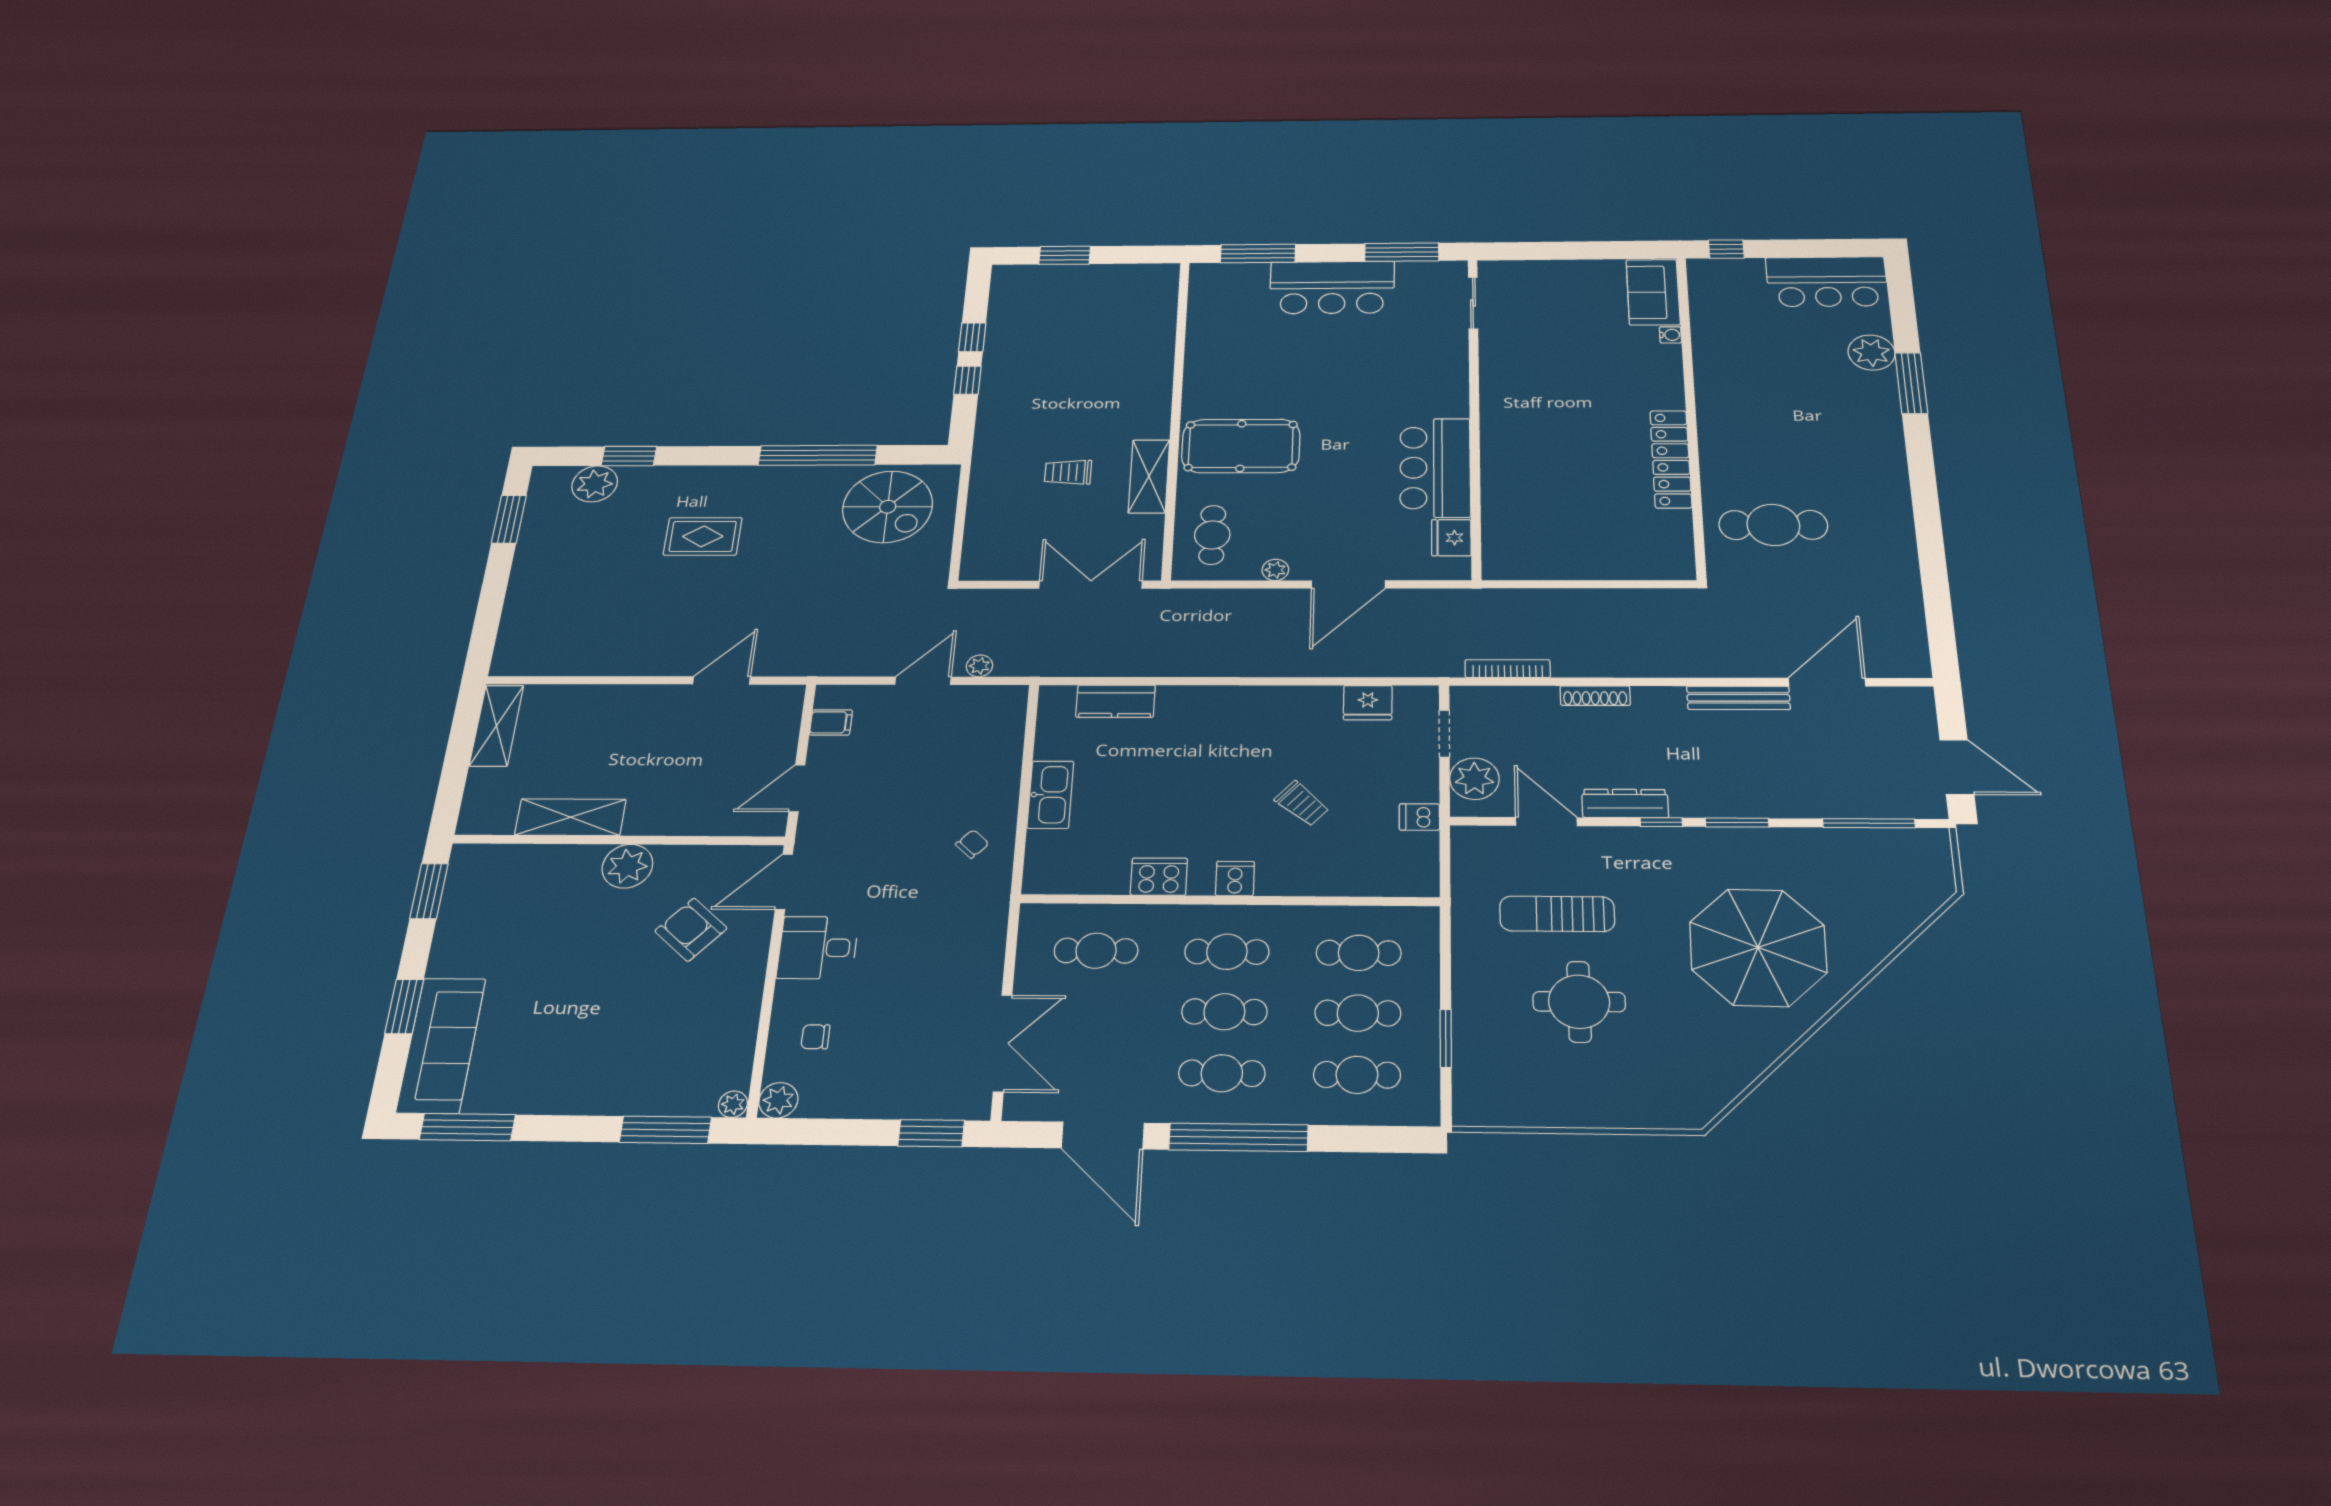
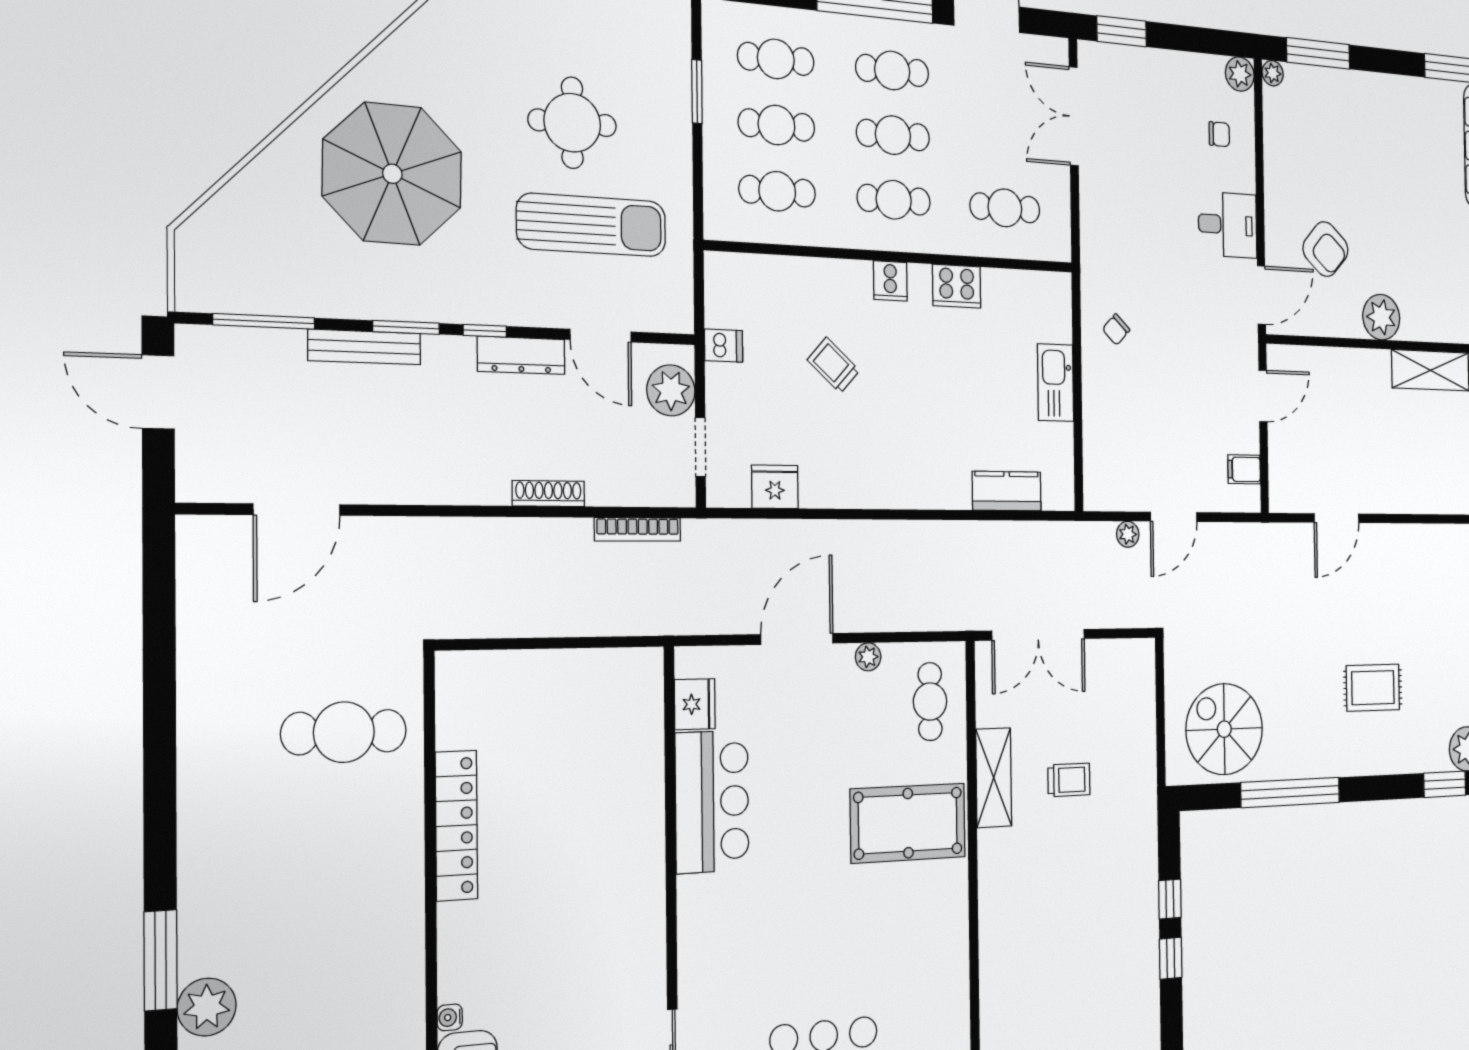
bench: (1738, 698) -> (365, 347), moved
sun lounger: (1557, 914) -> (592, 225), width x1.36, depth x1.34

